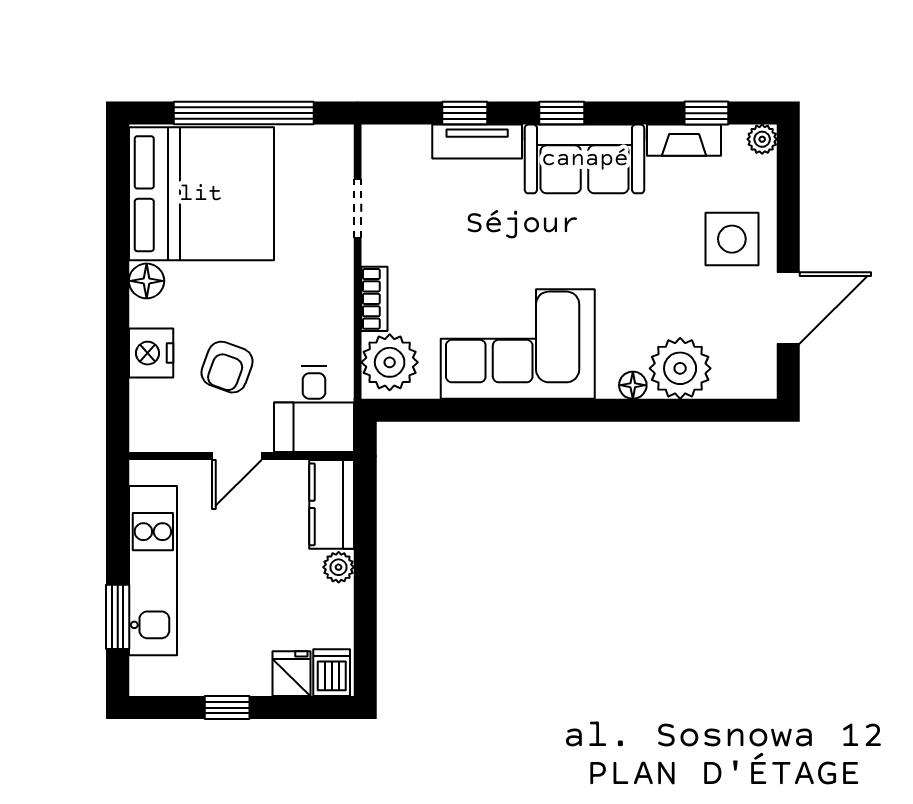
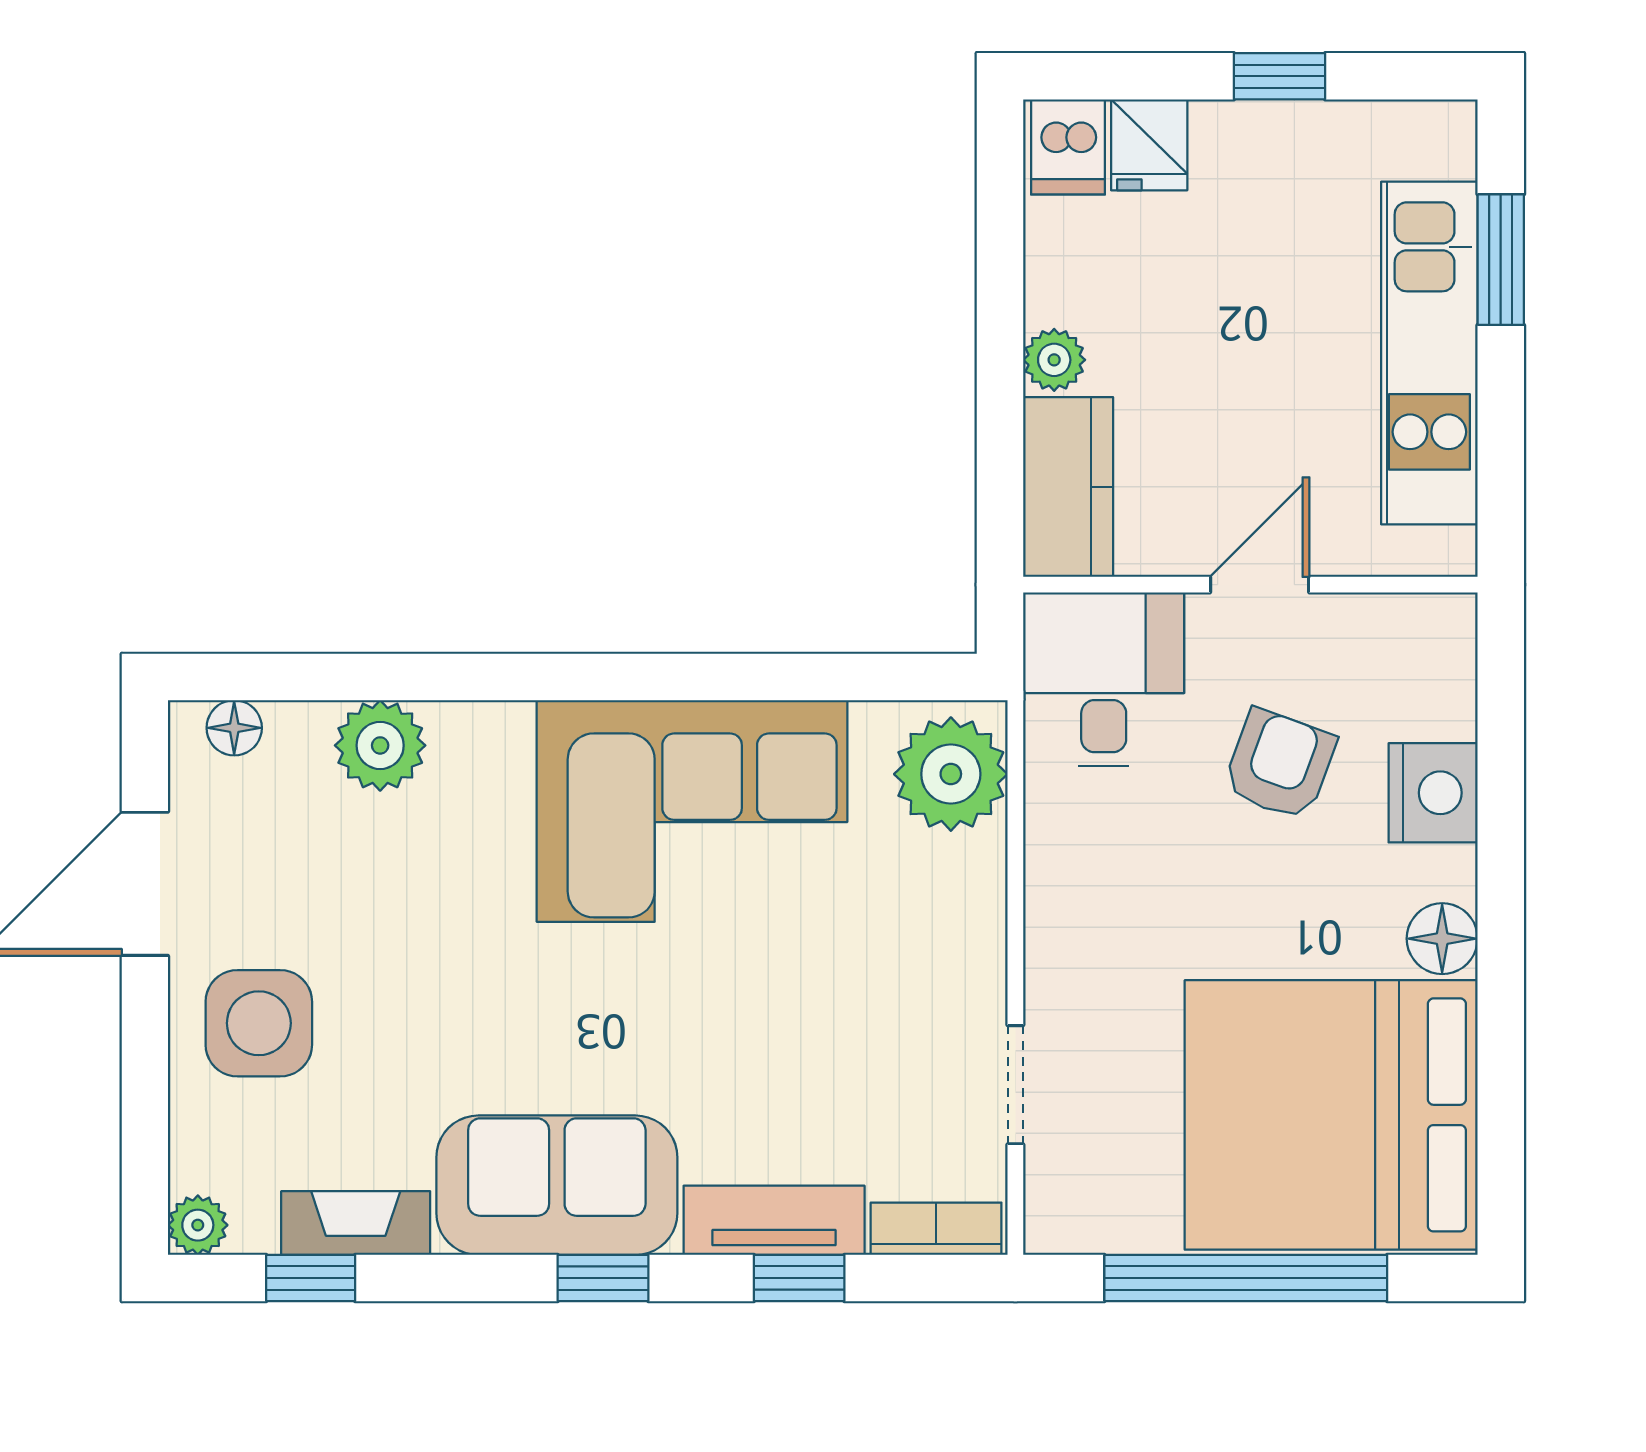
bookcase: (374, 299) -> (936, 1229), moved, turned 90
plant: (680, 368) -> (380, 745), width x0.73, depth x0.73
floor lamp: (633, 385) -> (234, 728), moved

